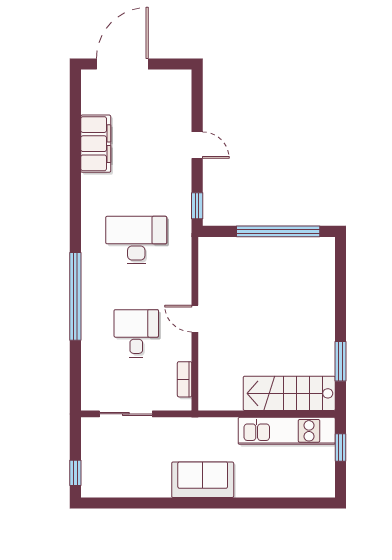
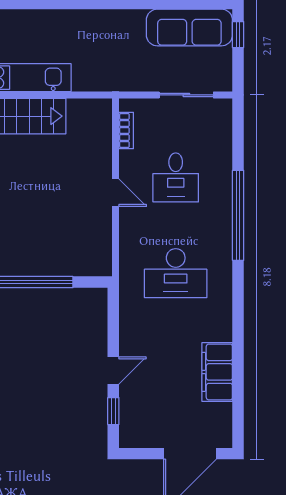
door: (197, 145) -> (113, 370), swing flipped
window: (197, 206) -> (113, 411), moved
sofa: (203, 480) -> (189, 27), moved, width x1.36

